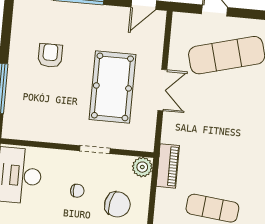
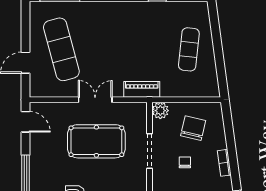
doorway: (95, 150) -> (150, 151), width x1.38
piano: (168, 166) -> (142, 89), moved

